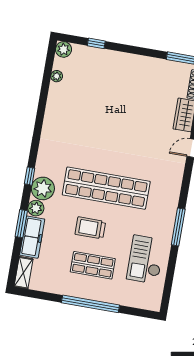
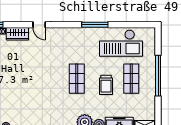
shop shelf: (106, 188) -> (77, 79), width x0.50, depth x0.74
checkout: (146, 260) -> (121, 43), width x1.36, depth x1.21

